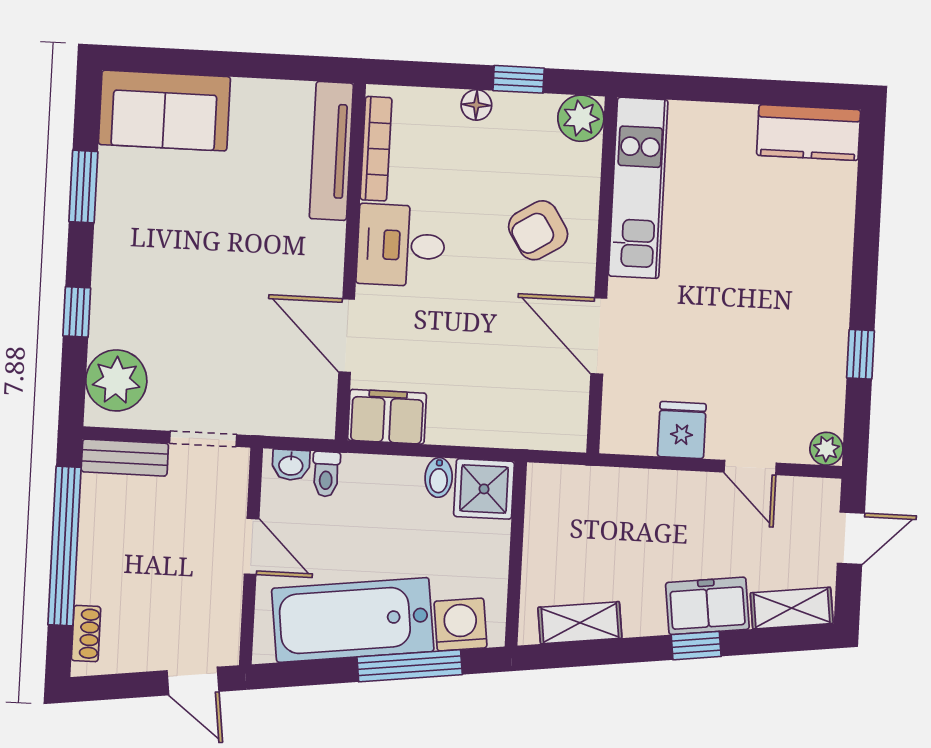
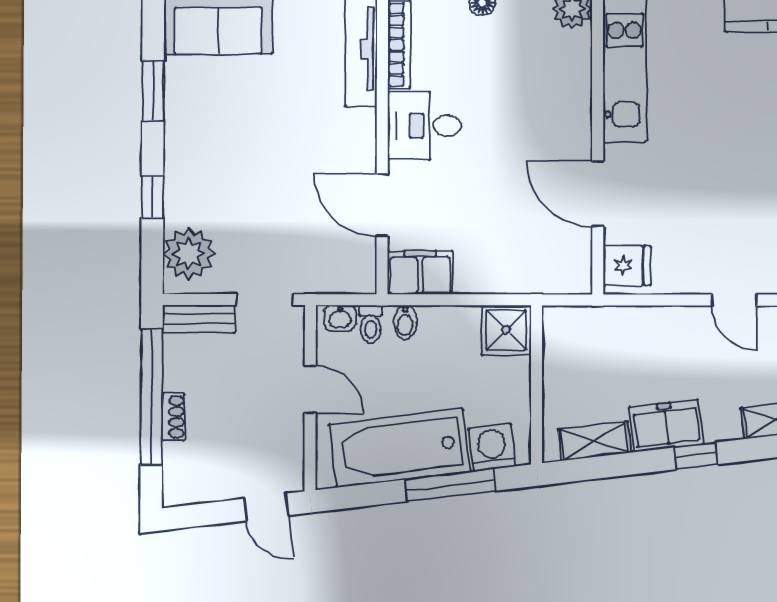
armchair: (538, 230) -> (541, 106), removed
fridge: (682, 430) -> (627, 266), moved, turned 90
bidet: (439, 478) -> (405, 322), moved
freezer: (707, 606) -> (666, 426), moved
shoe rack: (86, 634) -> (174, 417), moved

